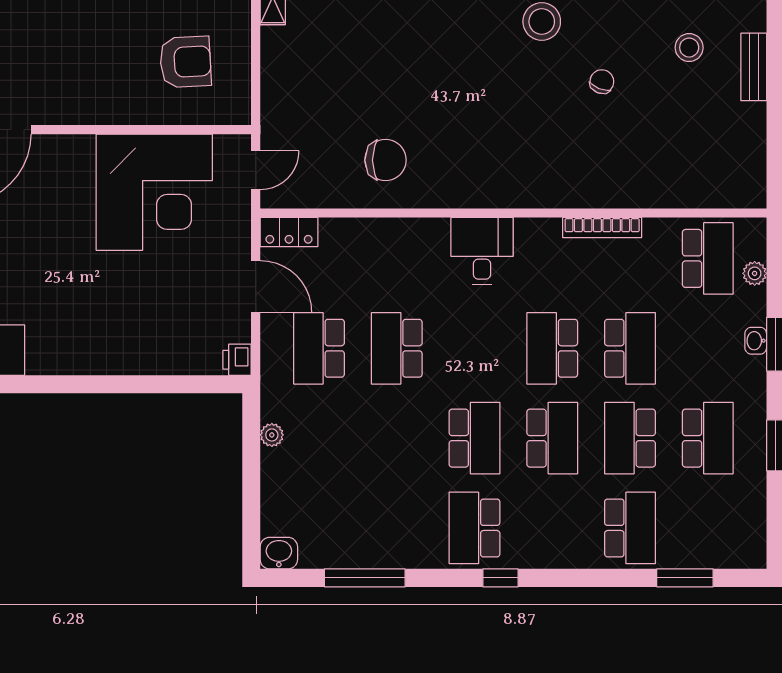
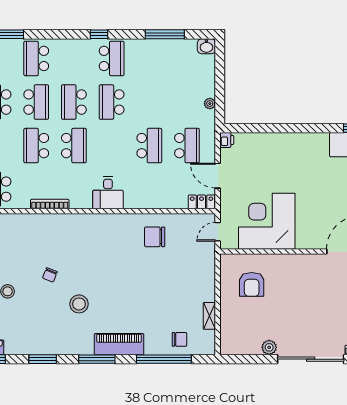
armchair: (185, 62) -> (252, 284), turned -87

